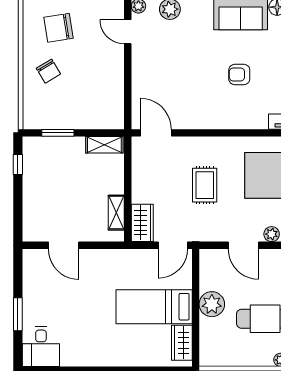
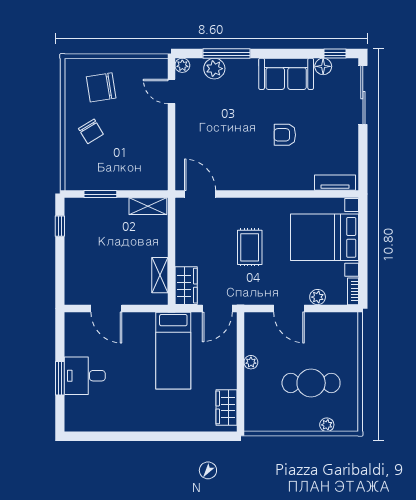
plant: (212, 304) -> (251, 362), width x0.53, depth x0.53
bed: (154, 307) -> (173, 351), moved, turned -90
desk: (41, 347) -> (85, 376), moved, turned 90

